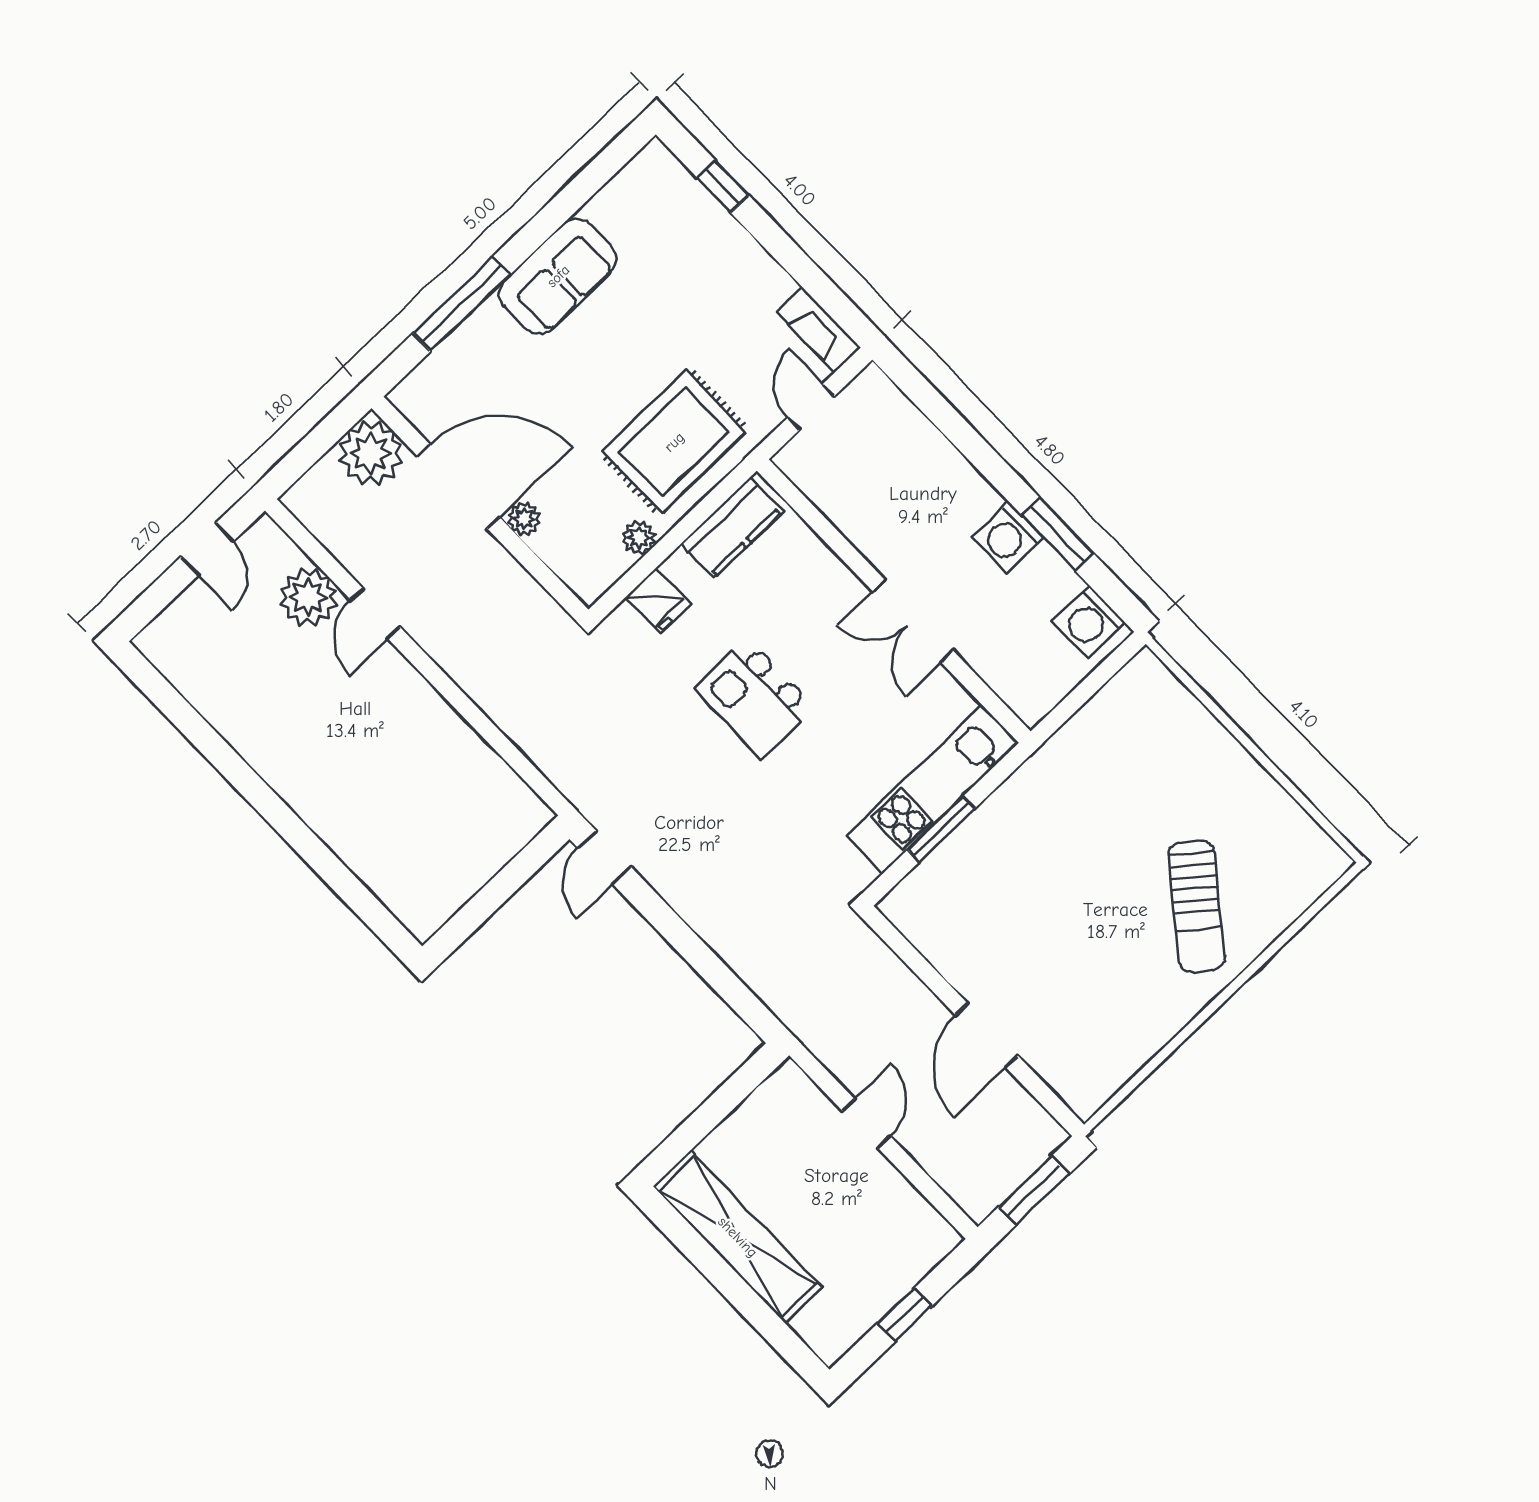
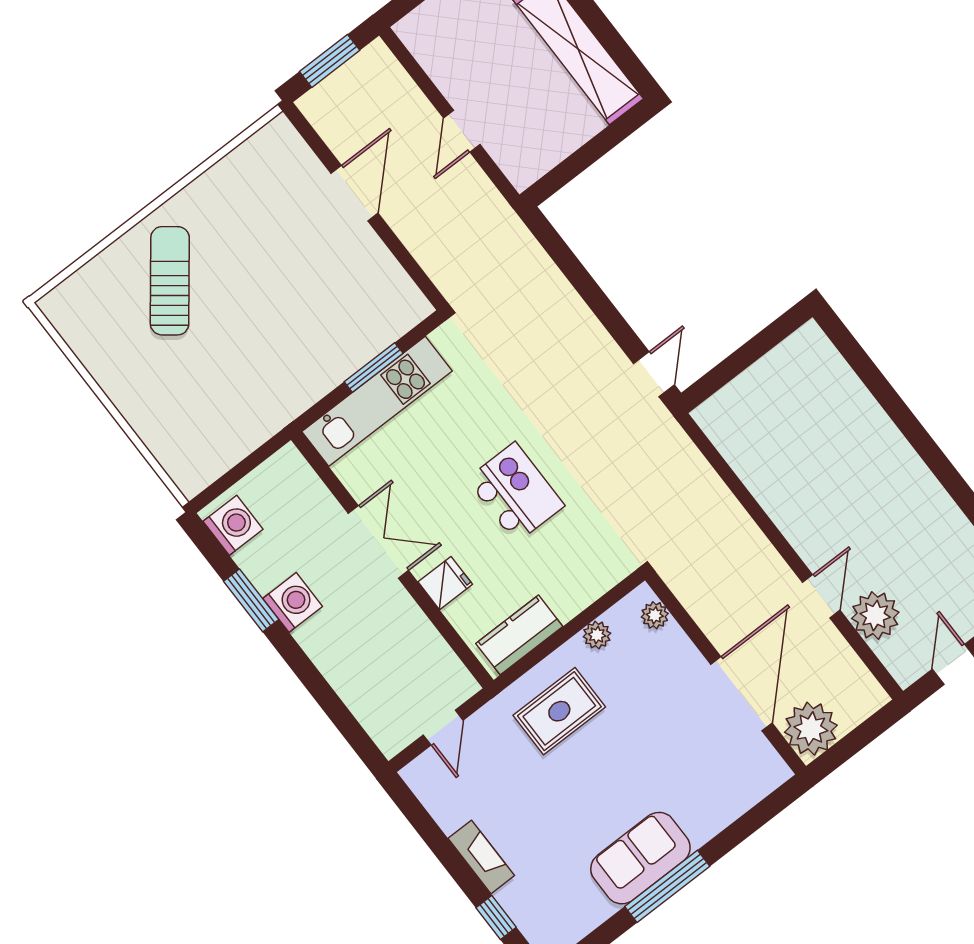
window: (462, 304) -> (667, 886), moved
fireplace: (819, 330) -> (481, 857), moved
rug: (674, 442) -> (559, 711), width x0.73, depth x0.70
door: (458, 486) -> (741, 694), swing flipped
plant: (524, 519) -> (655, 615), moved
fridge: (658, 600) -> (445, 583), moved, turned 90

